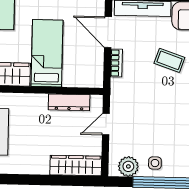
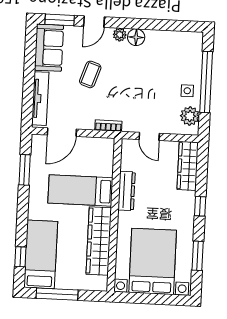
bookcase: (116, 63) -> (108, 126), moved
dresser: (69, 102) -> (127, 191), moved
window: (34, 180) -> (200, 206), added

